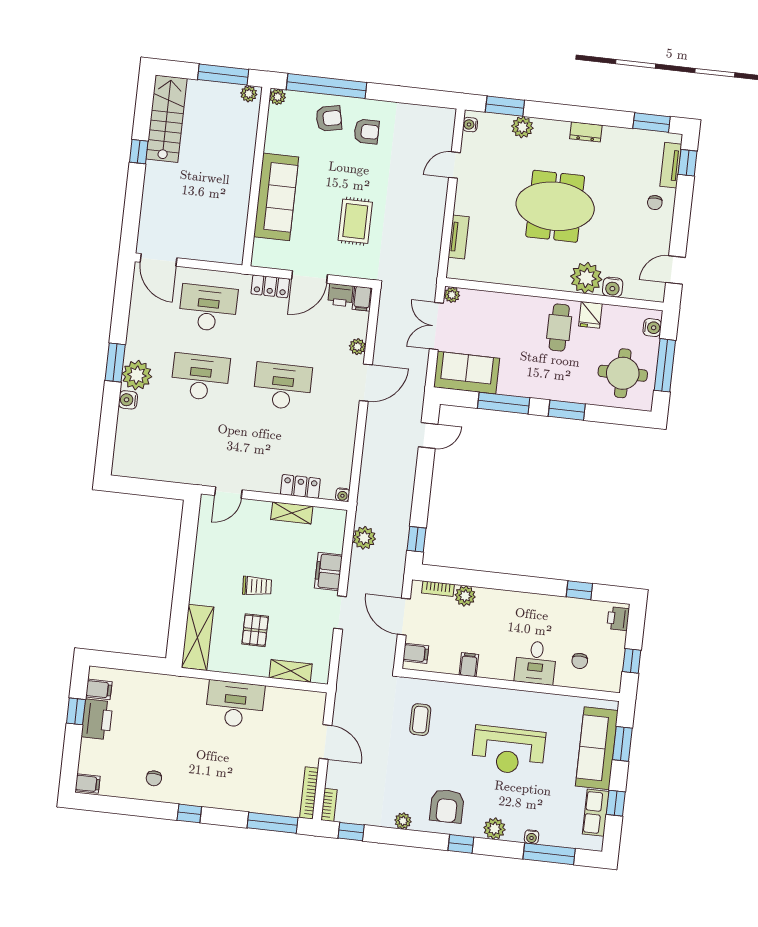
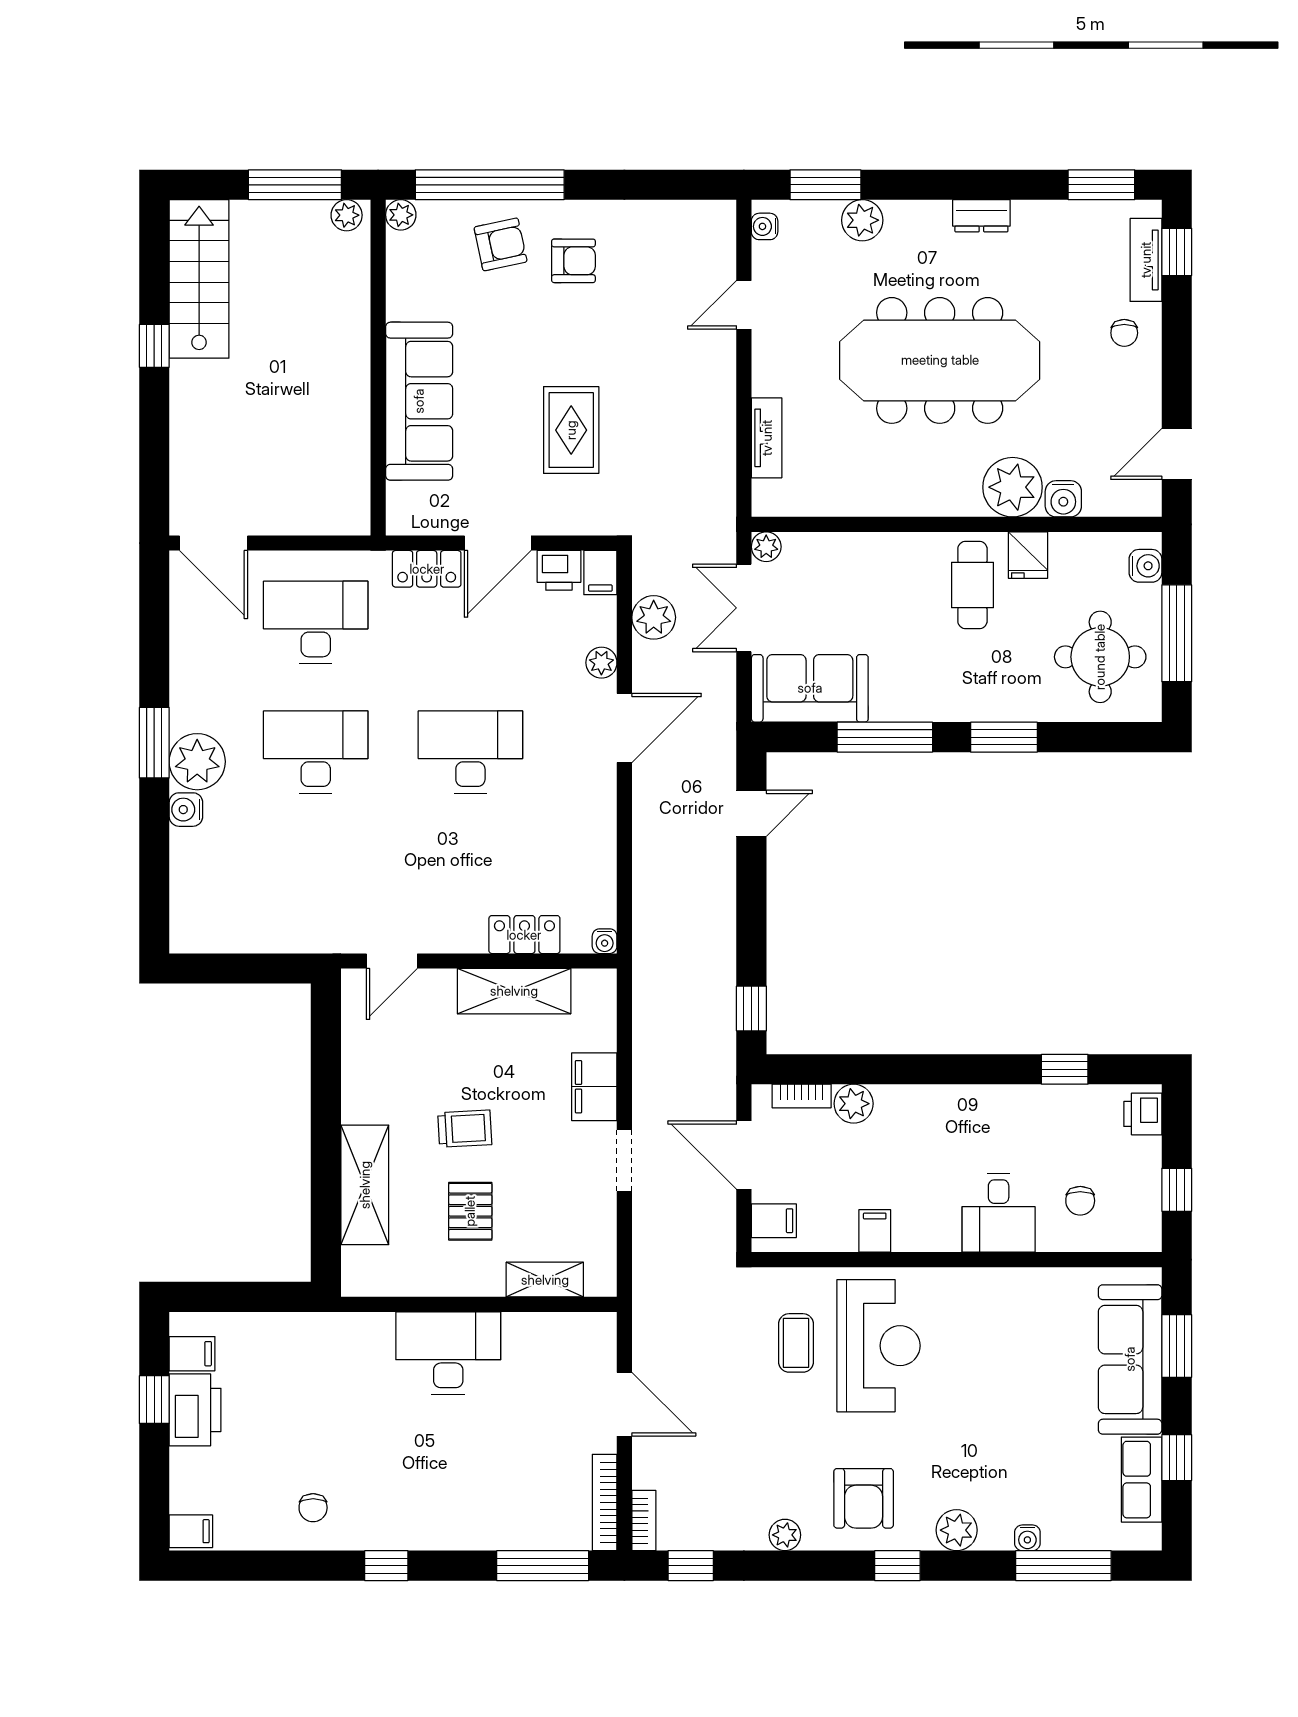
meeting table: (555, 206) -> (940, 360), width x1.36
shelving: (292, 513) -> (514, 991), width x1.50, depth x1.33
plant: (364, 538) -> (654, 617), moved
shelving: (198, 637) -> (365, 1185), moved
reception desk: (509, 750) -> (878, 1346), moved, turned -90

